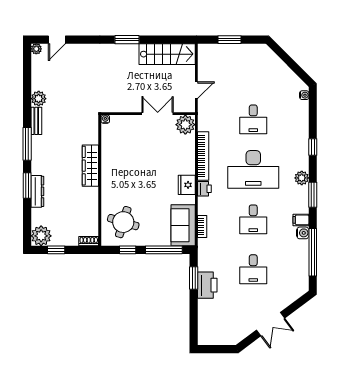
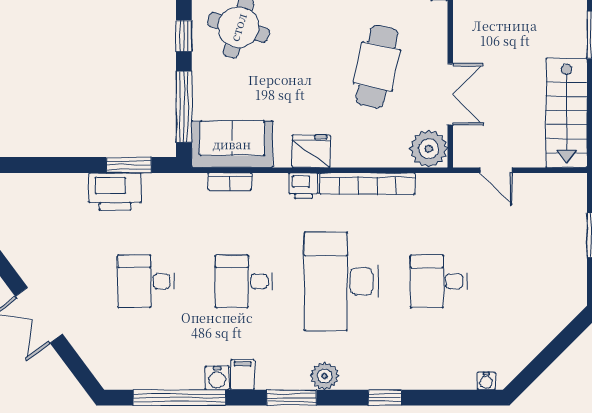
cafe table: (143, 151) -> (377, 67), added

